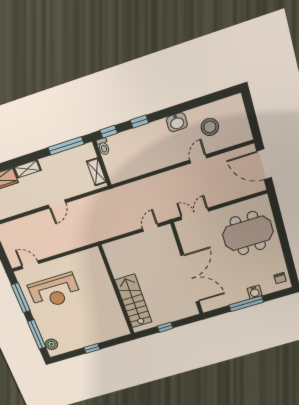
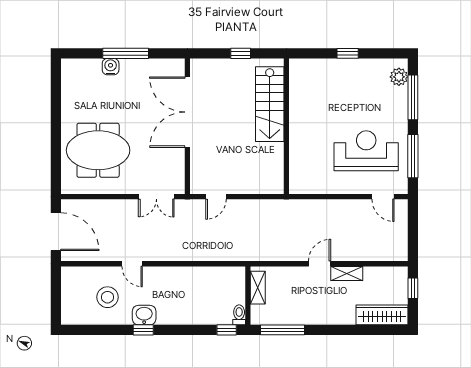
window: (139, 122) -> (143, 330), moved
door: (198, 159) -> (132, 264), hinge flipped
shelving: (27, 169) -> (347, 273), moved
chair: (280, 278) -> (73, 76), removed

